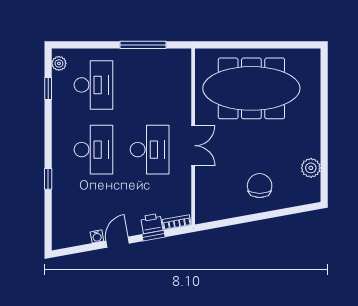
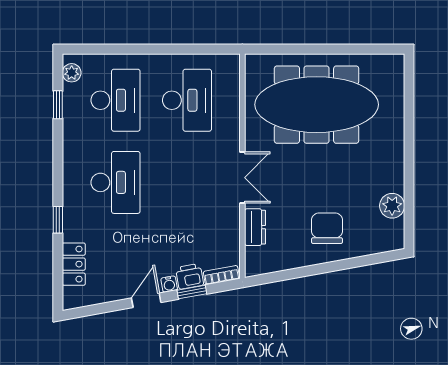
window: (143, 45) -> (179, 49), removed
desk: (150, 150) -> (187, 100), moved
dresser: (203, 185) -> (255, 227), added
locker: (61, 214) -> (74, 264), added
water cooler: (97, 236) -> (169, 284), moved

